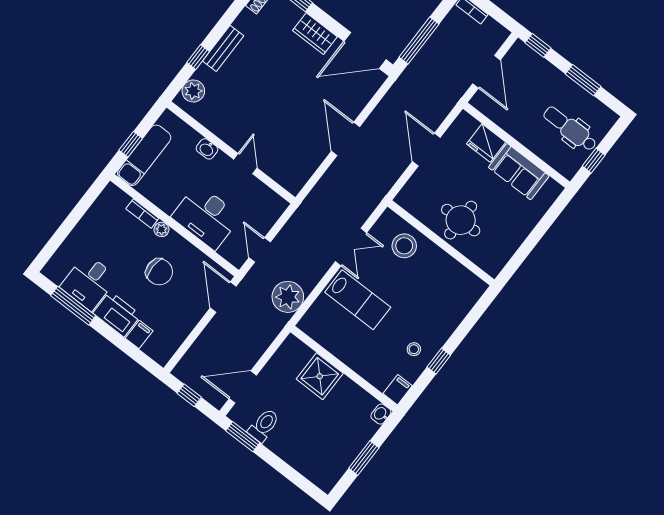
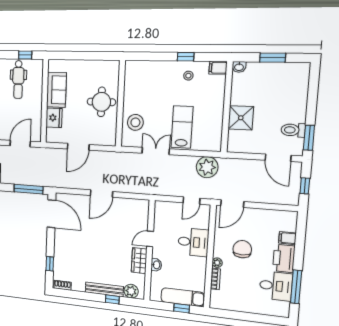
wardrobe: (315, 34) -> (139, 261), moved, turned 180
bench: (223, 48) -> (104, 289), width x1.36
desk: (206, 217) -> (193, 242), width x0.73

